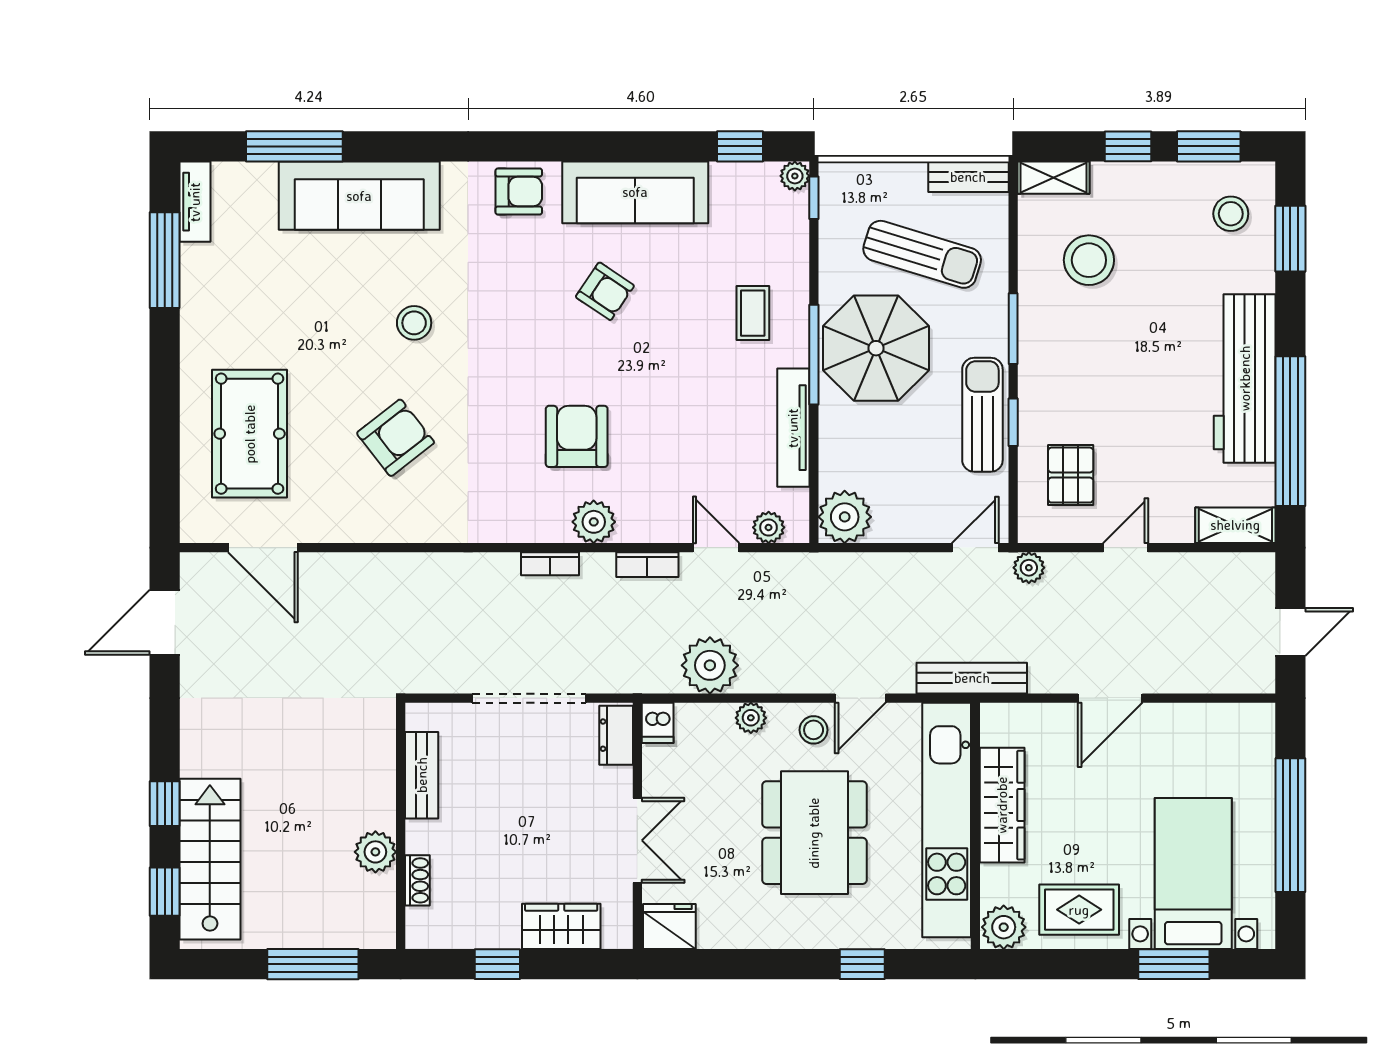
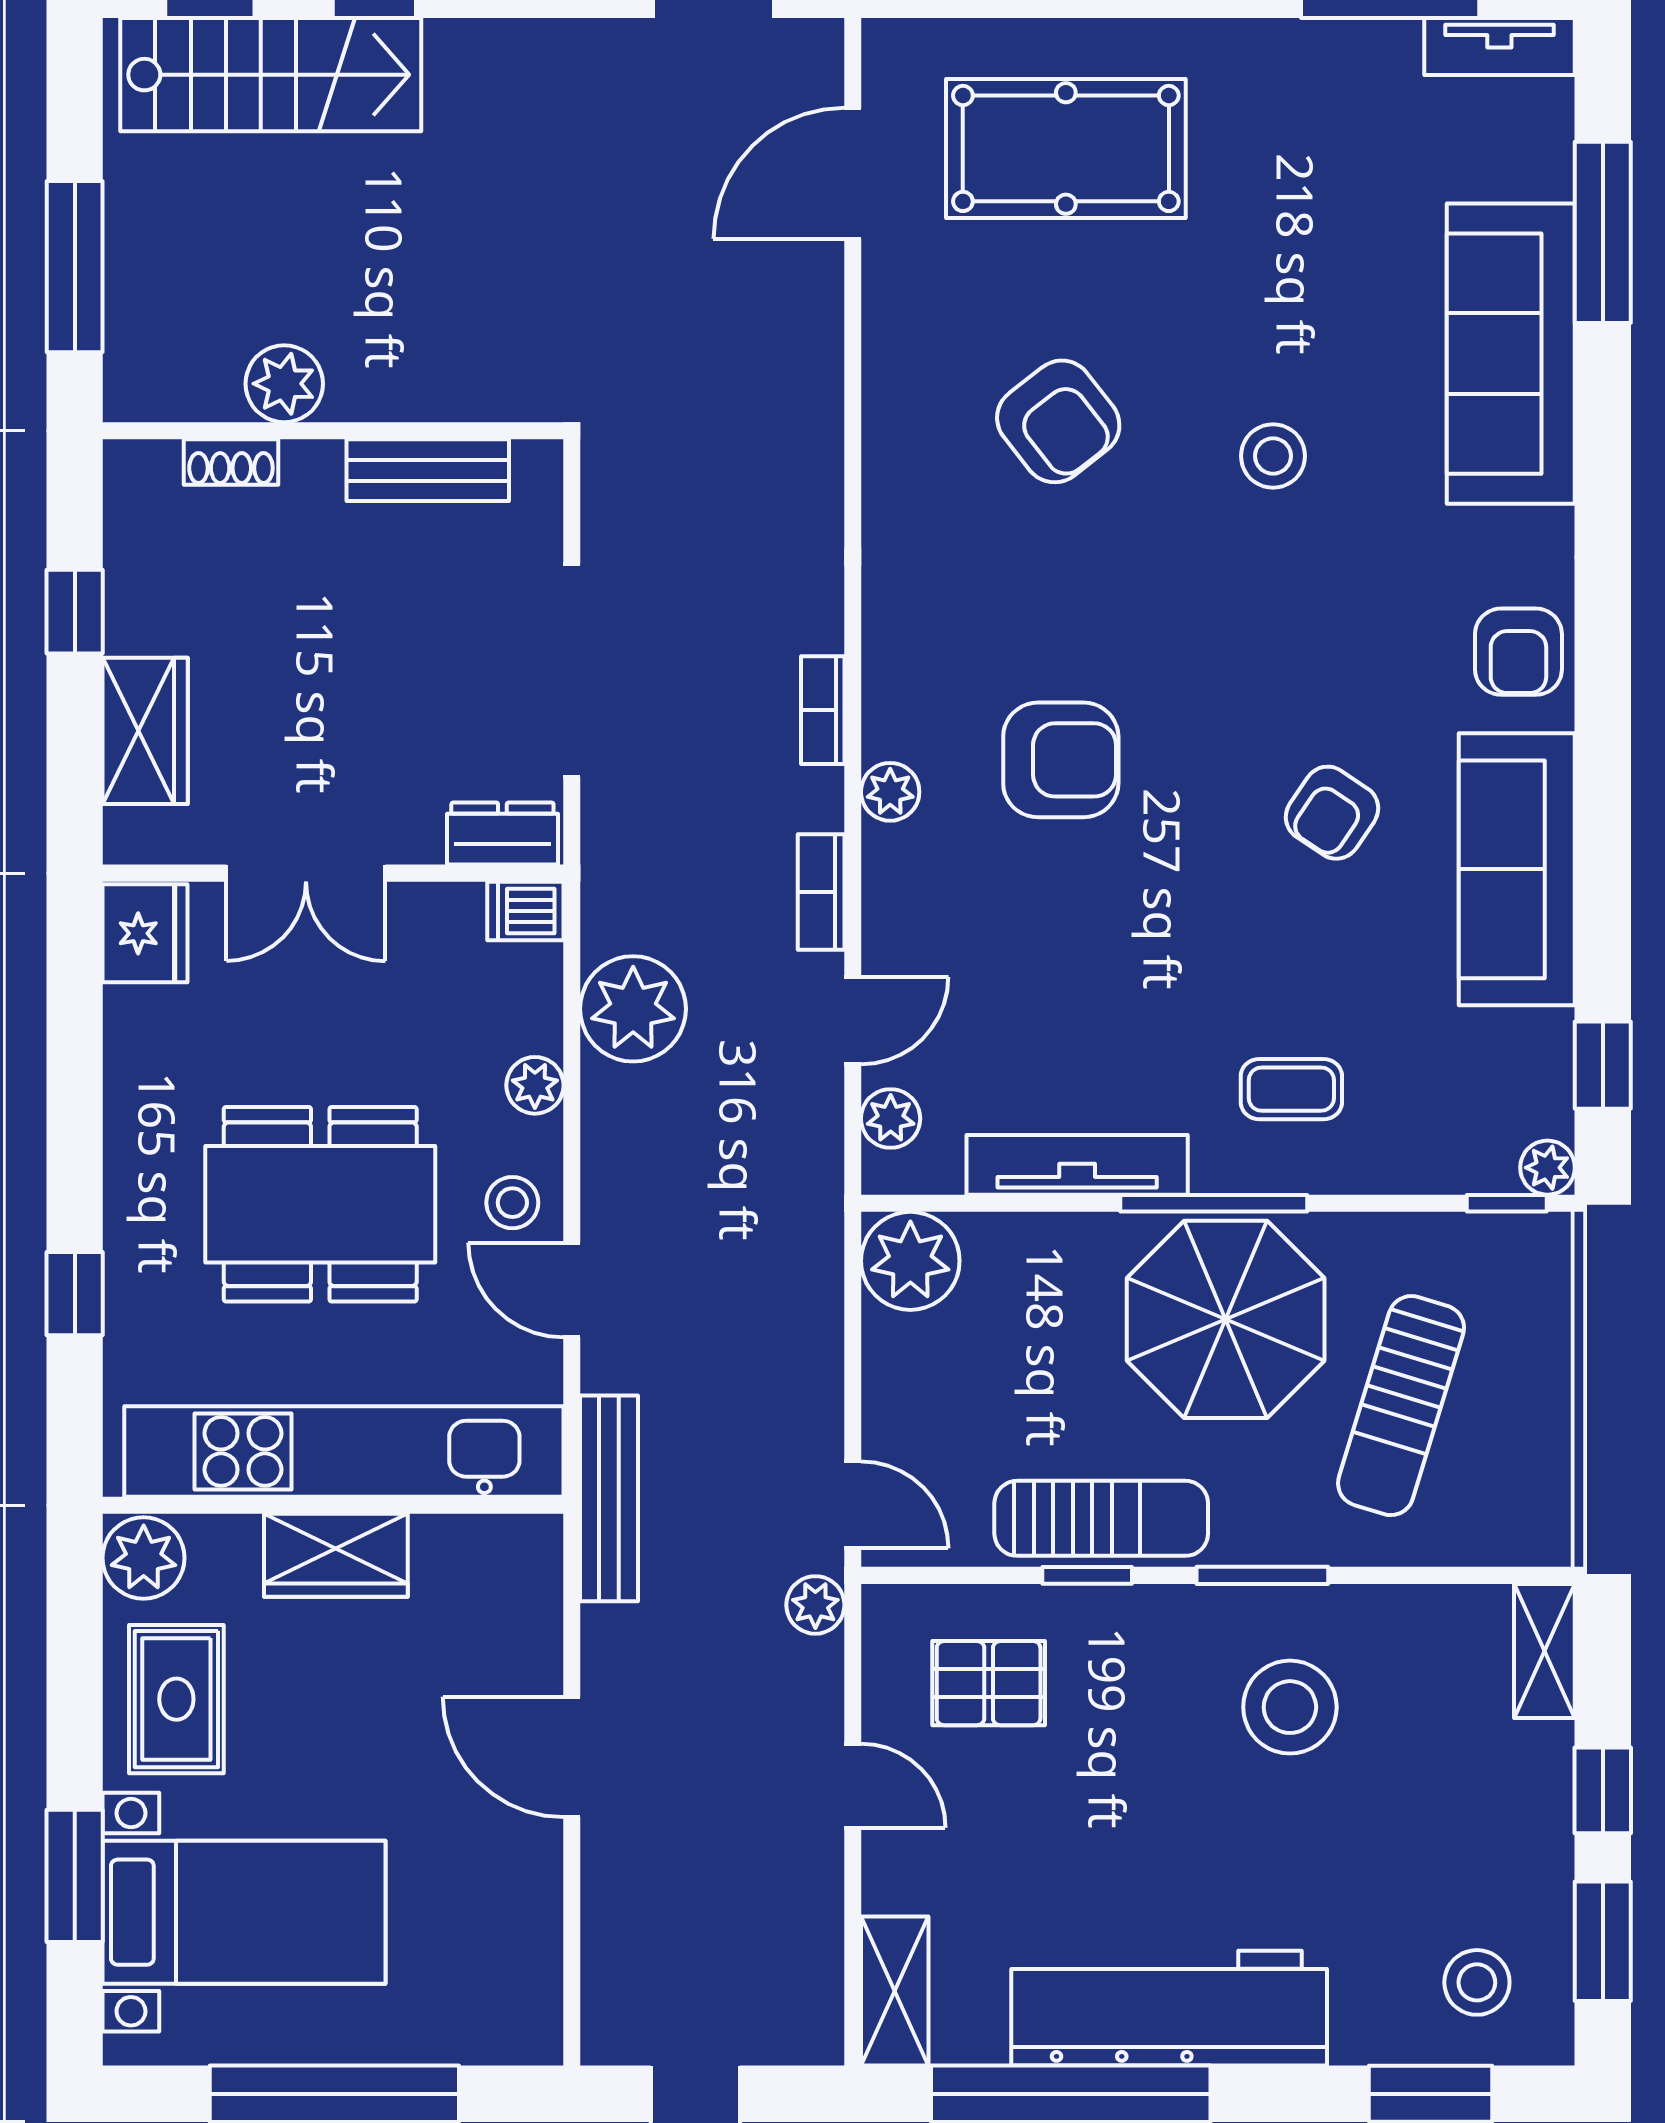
bench: (968, 177) -> (1546, 1492), removed
stool: (1089, 260) -> (1290, 1707), moved
plant: (594, 522) -> (890, 792), width x0.73, depth x0.73
wardrobe: (1002, 805) -> (336, 1555), width x0.67

